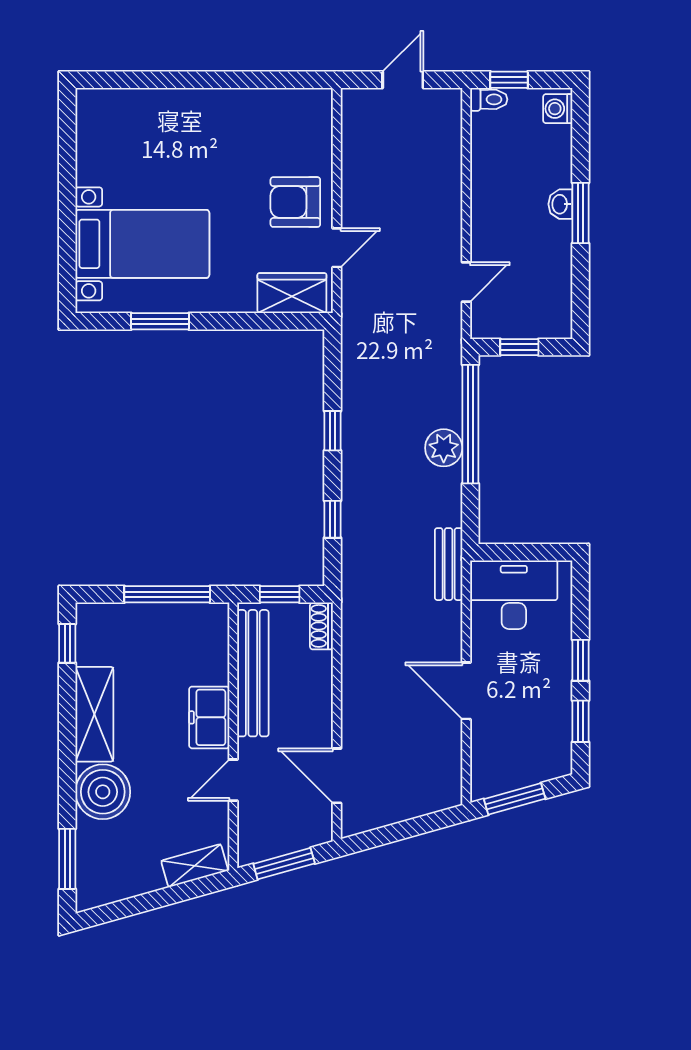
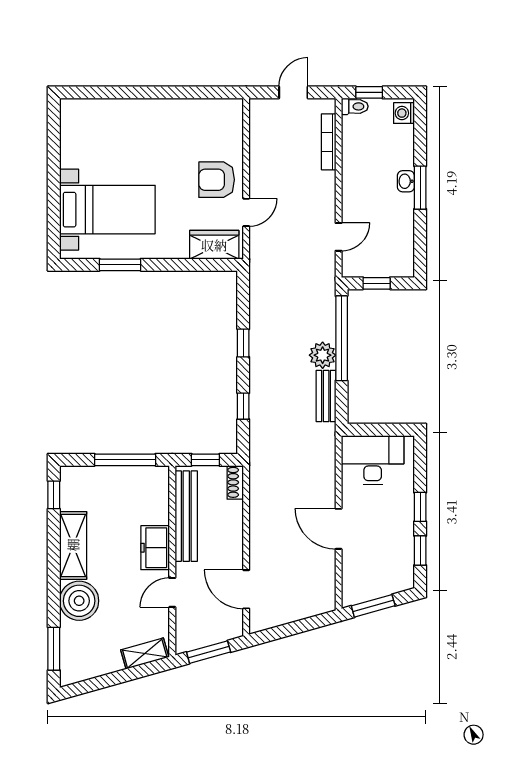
bookcase: (452, 149) -> (329, 142), added
bench: (449, 564) -> (326, 396), moved

